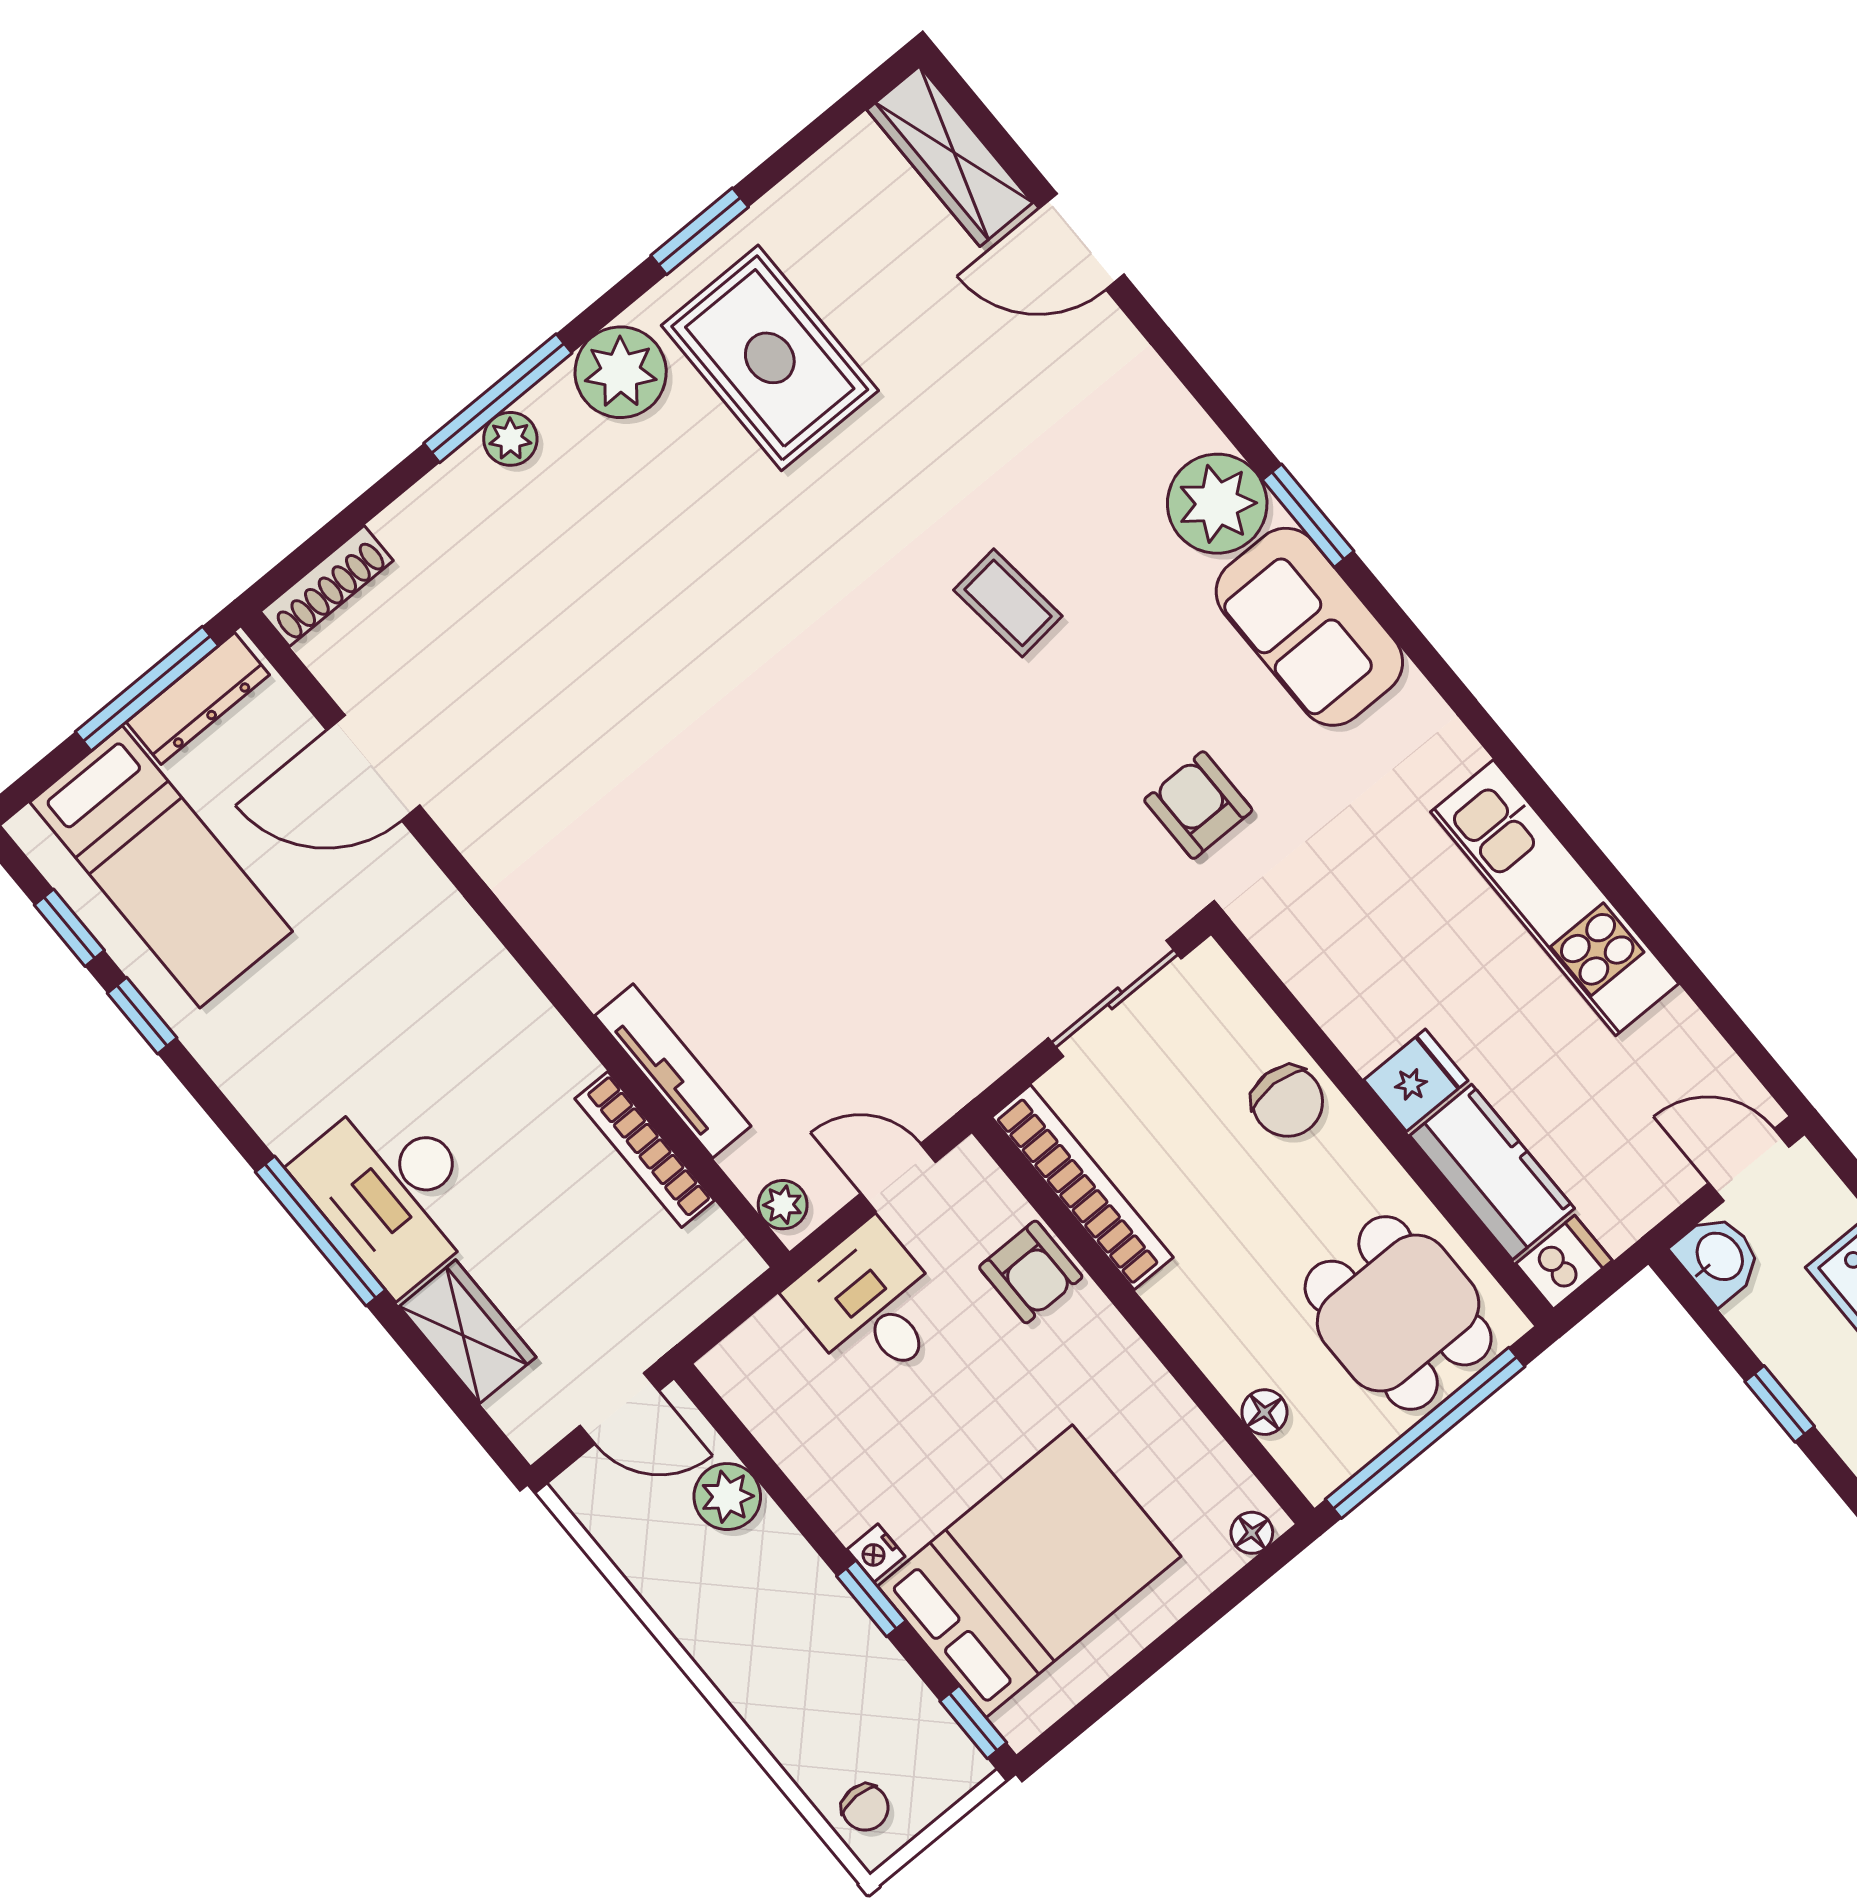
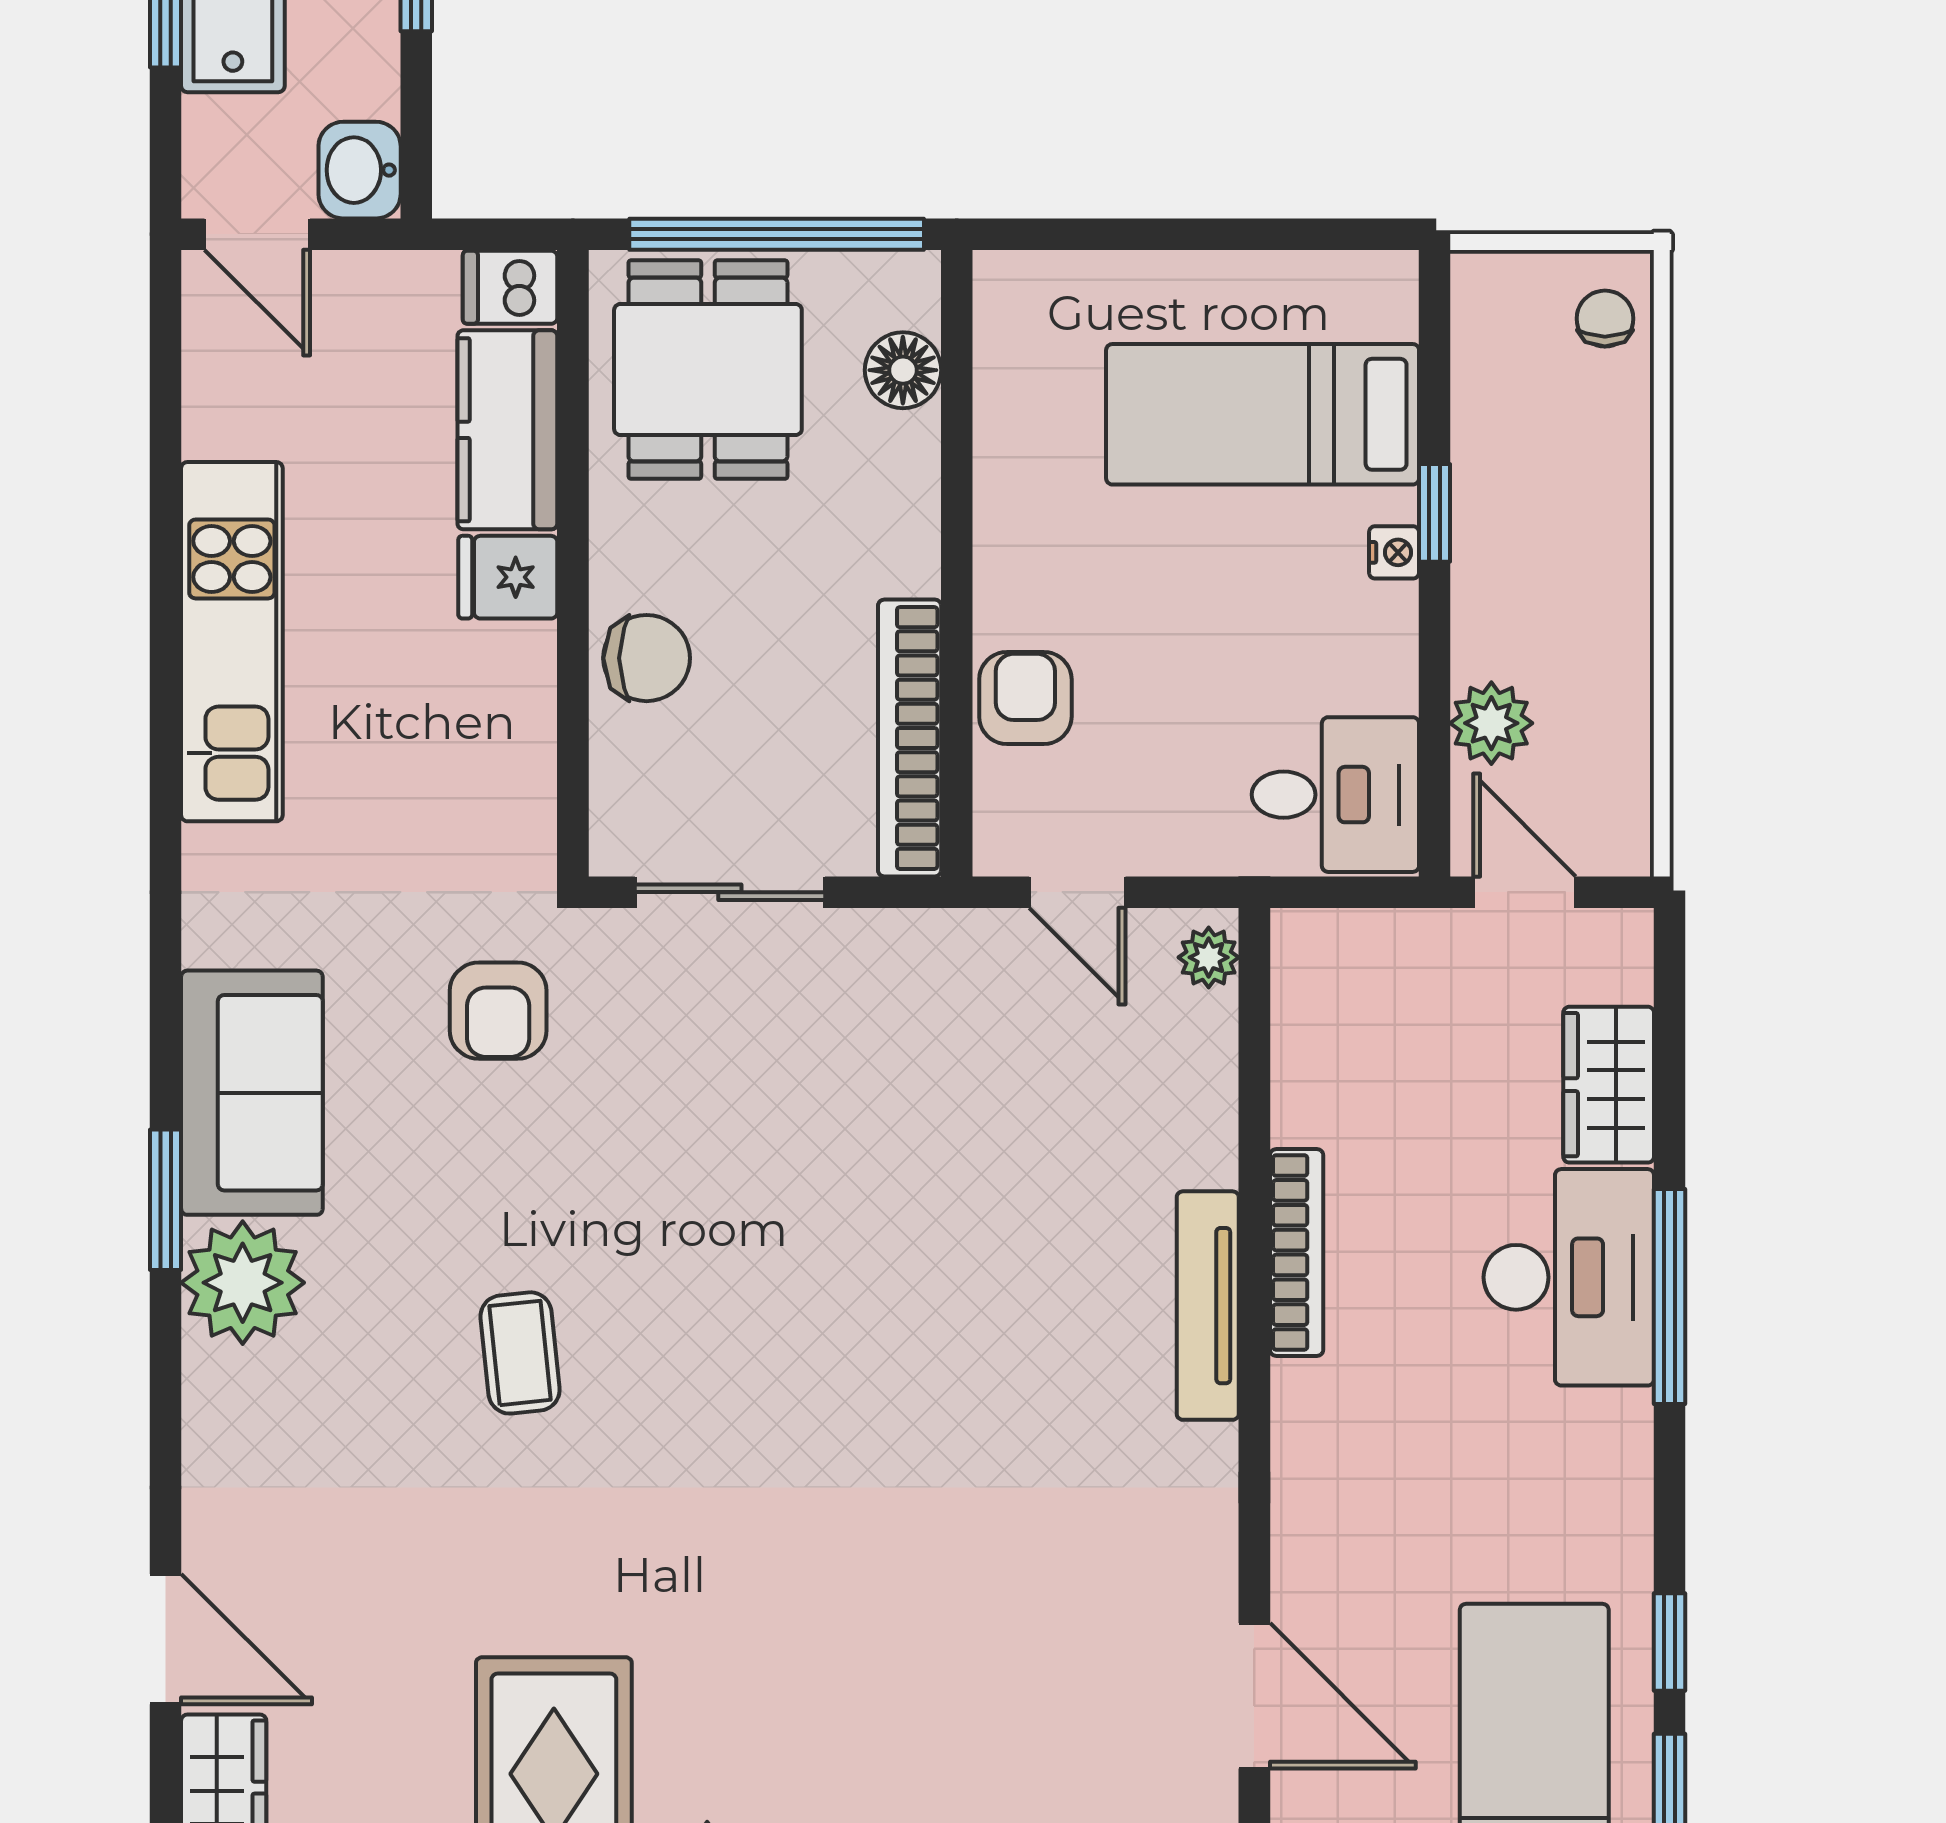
tv unit: (673, 1071) -> (1208, 1306), moved
chair: (1288, 1101) -> (647, 658), turned 88
bookcase: (645, 1150) -> (1297, 1252), moved
desk: (870, 1305) -> (1335, 795), moved, turned -90
floor lamp: (1264, 1412) -> (903, 370), width x1.37, depth x1.37
floor lamp: (1252, 1533) -> (1020, 275), removed
bed: (1029, 1571) -> (1263, 414), width x0.67
window: (973, 1722) -> (1435, 315), removed

